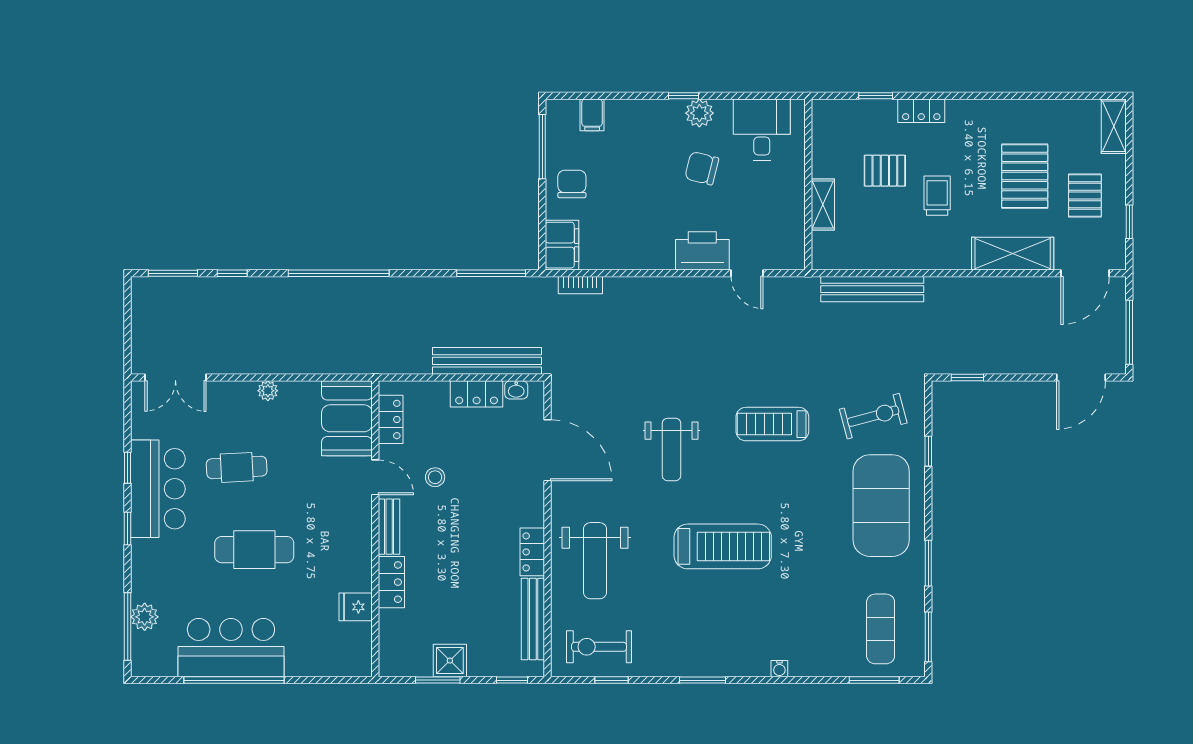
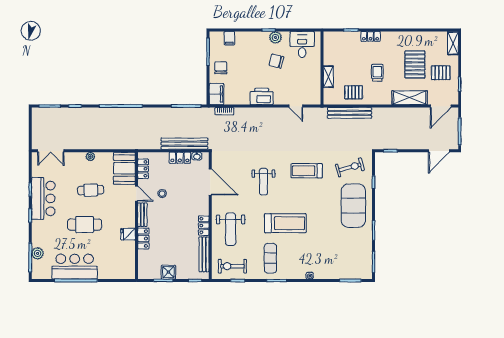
pallet: (885, 171) -> (354, 92), moved
pallet: (1085, 196) -> (441, 73), turned 90
printer: (702, 251) -> (262, 96), moved
cafe table: (237, 467) -> (91, 190), moved
fridge: (356, 607) -> (128, 234), moved
exercise mat: (881, 629) -> (270, 258), moved

